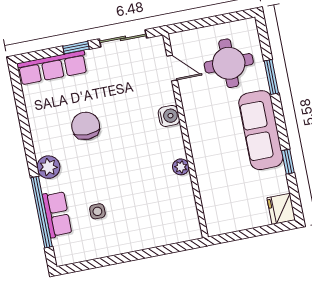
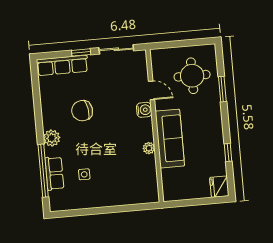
door: (172, 68) -> (152, 90), moved
chair: (86, 126) -> (82, 111), turned -99
sofa: (261, 130) -> (170, 139), moved, turned 180

